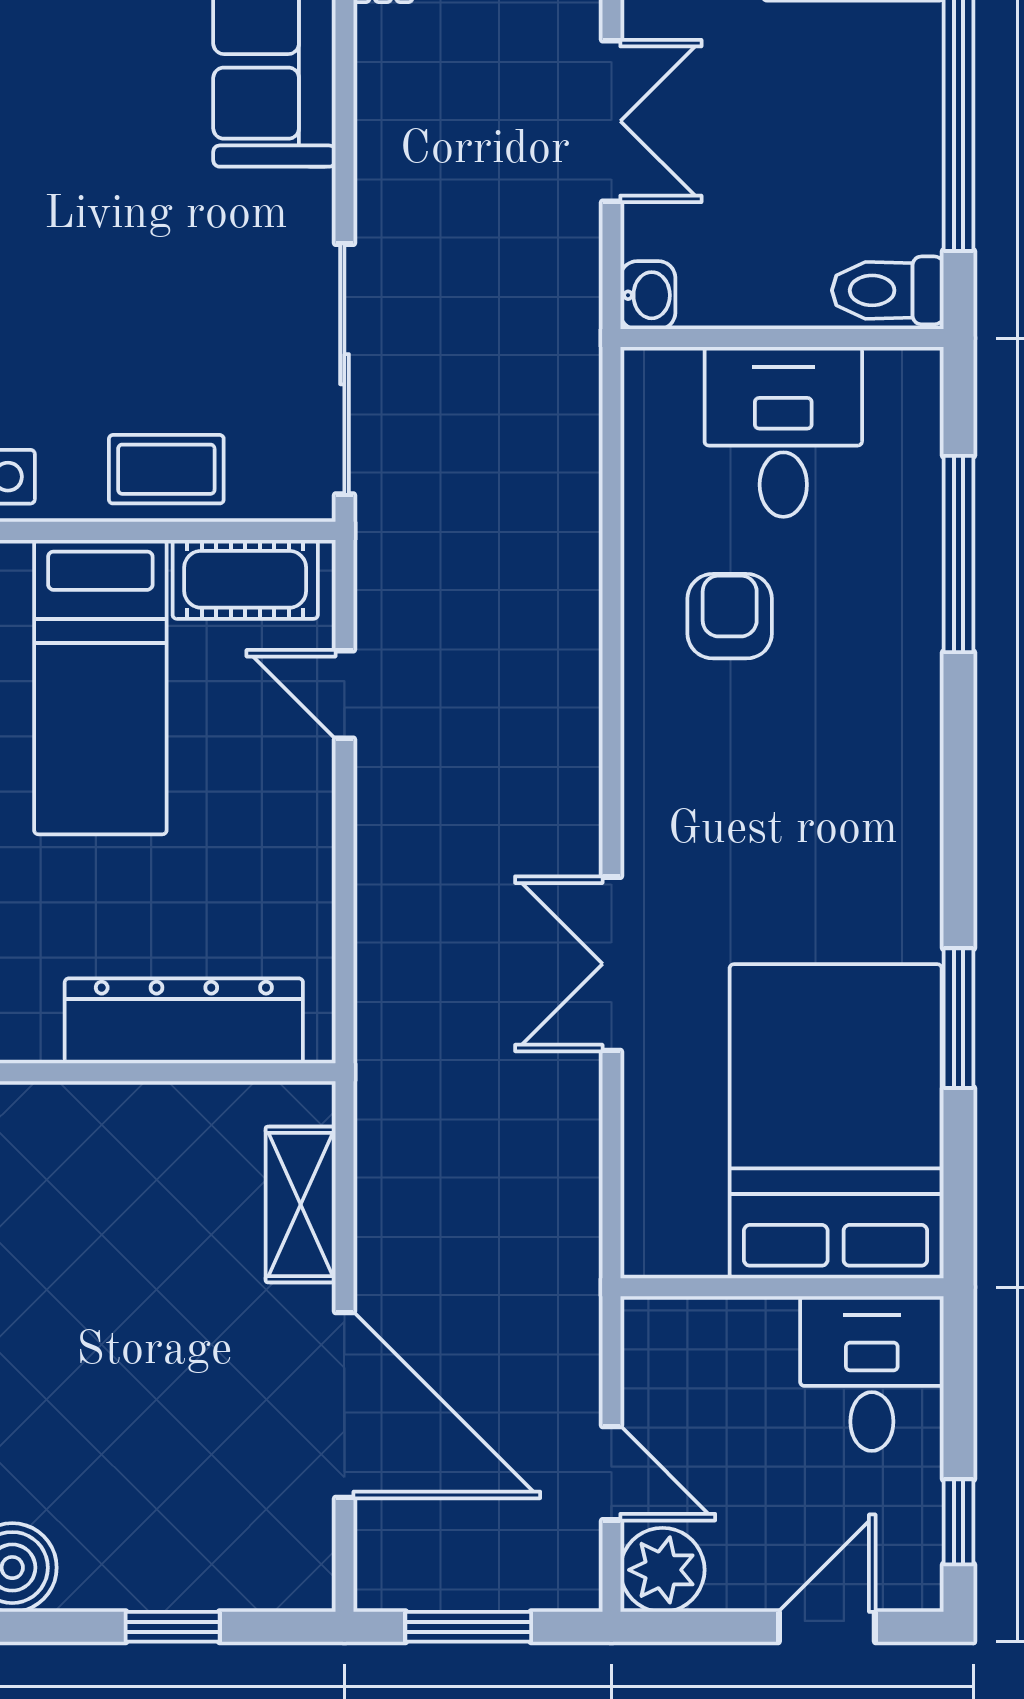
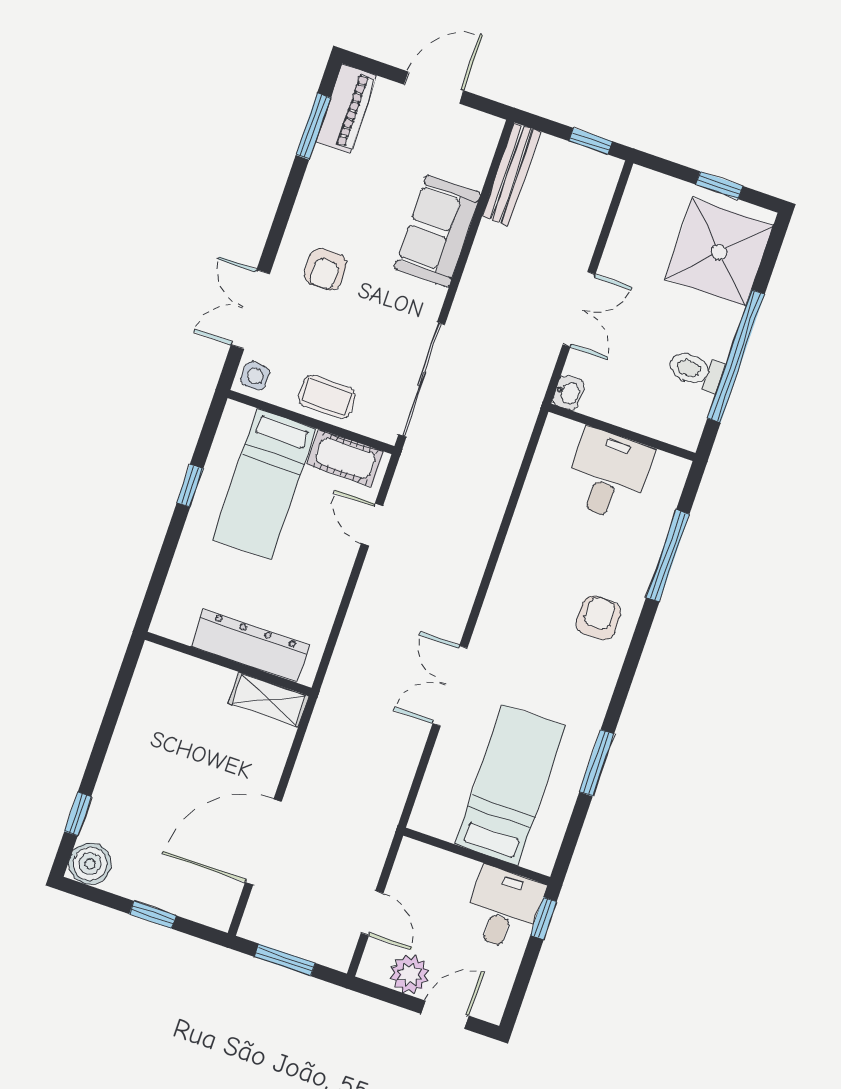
armchair: (76, 215) -> (325, 269), added
toilet: (888, 290) -> (696, 371), moved
armchair: (730, 616) -> (598, 618), moved
bed: (836, 1121) -> (510, 785), width x0.67
shelving: (301, 1204) -> (269, 700), moved, turned 90
door: (344, 1405) -> (263, 842), swing flipped
window: (958, 1522) -> (544, 918), moved
plant: (662, 1570) -> (410, 974), moved

